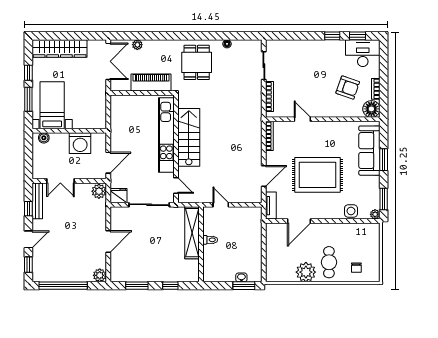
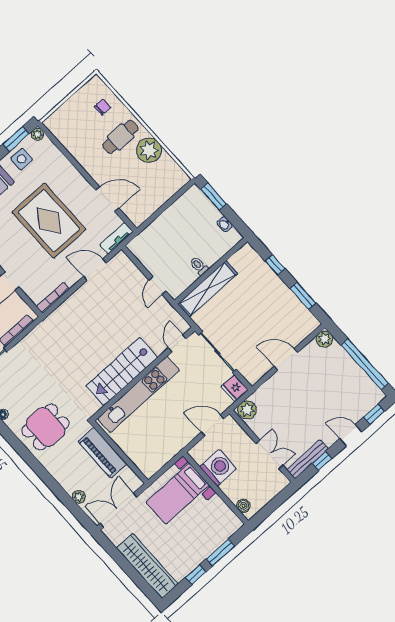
bed with nightstands: (52, 105) -> (178, 494), moved
side table: (351, 211) -> (22, 159), moved
washbasin: (241, 277) -> (225, 224), moved

